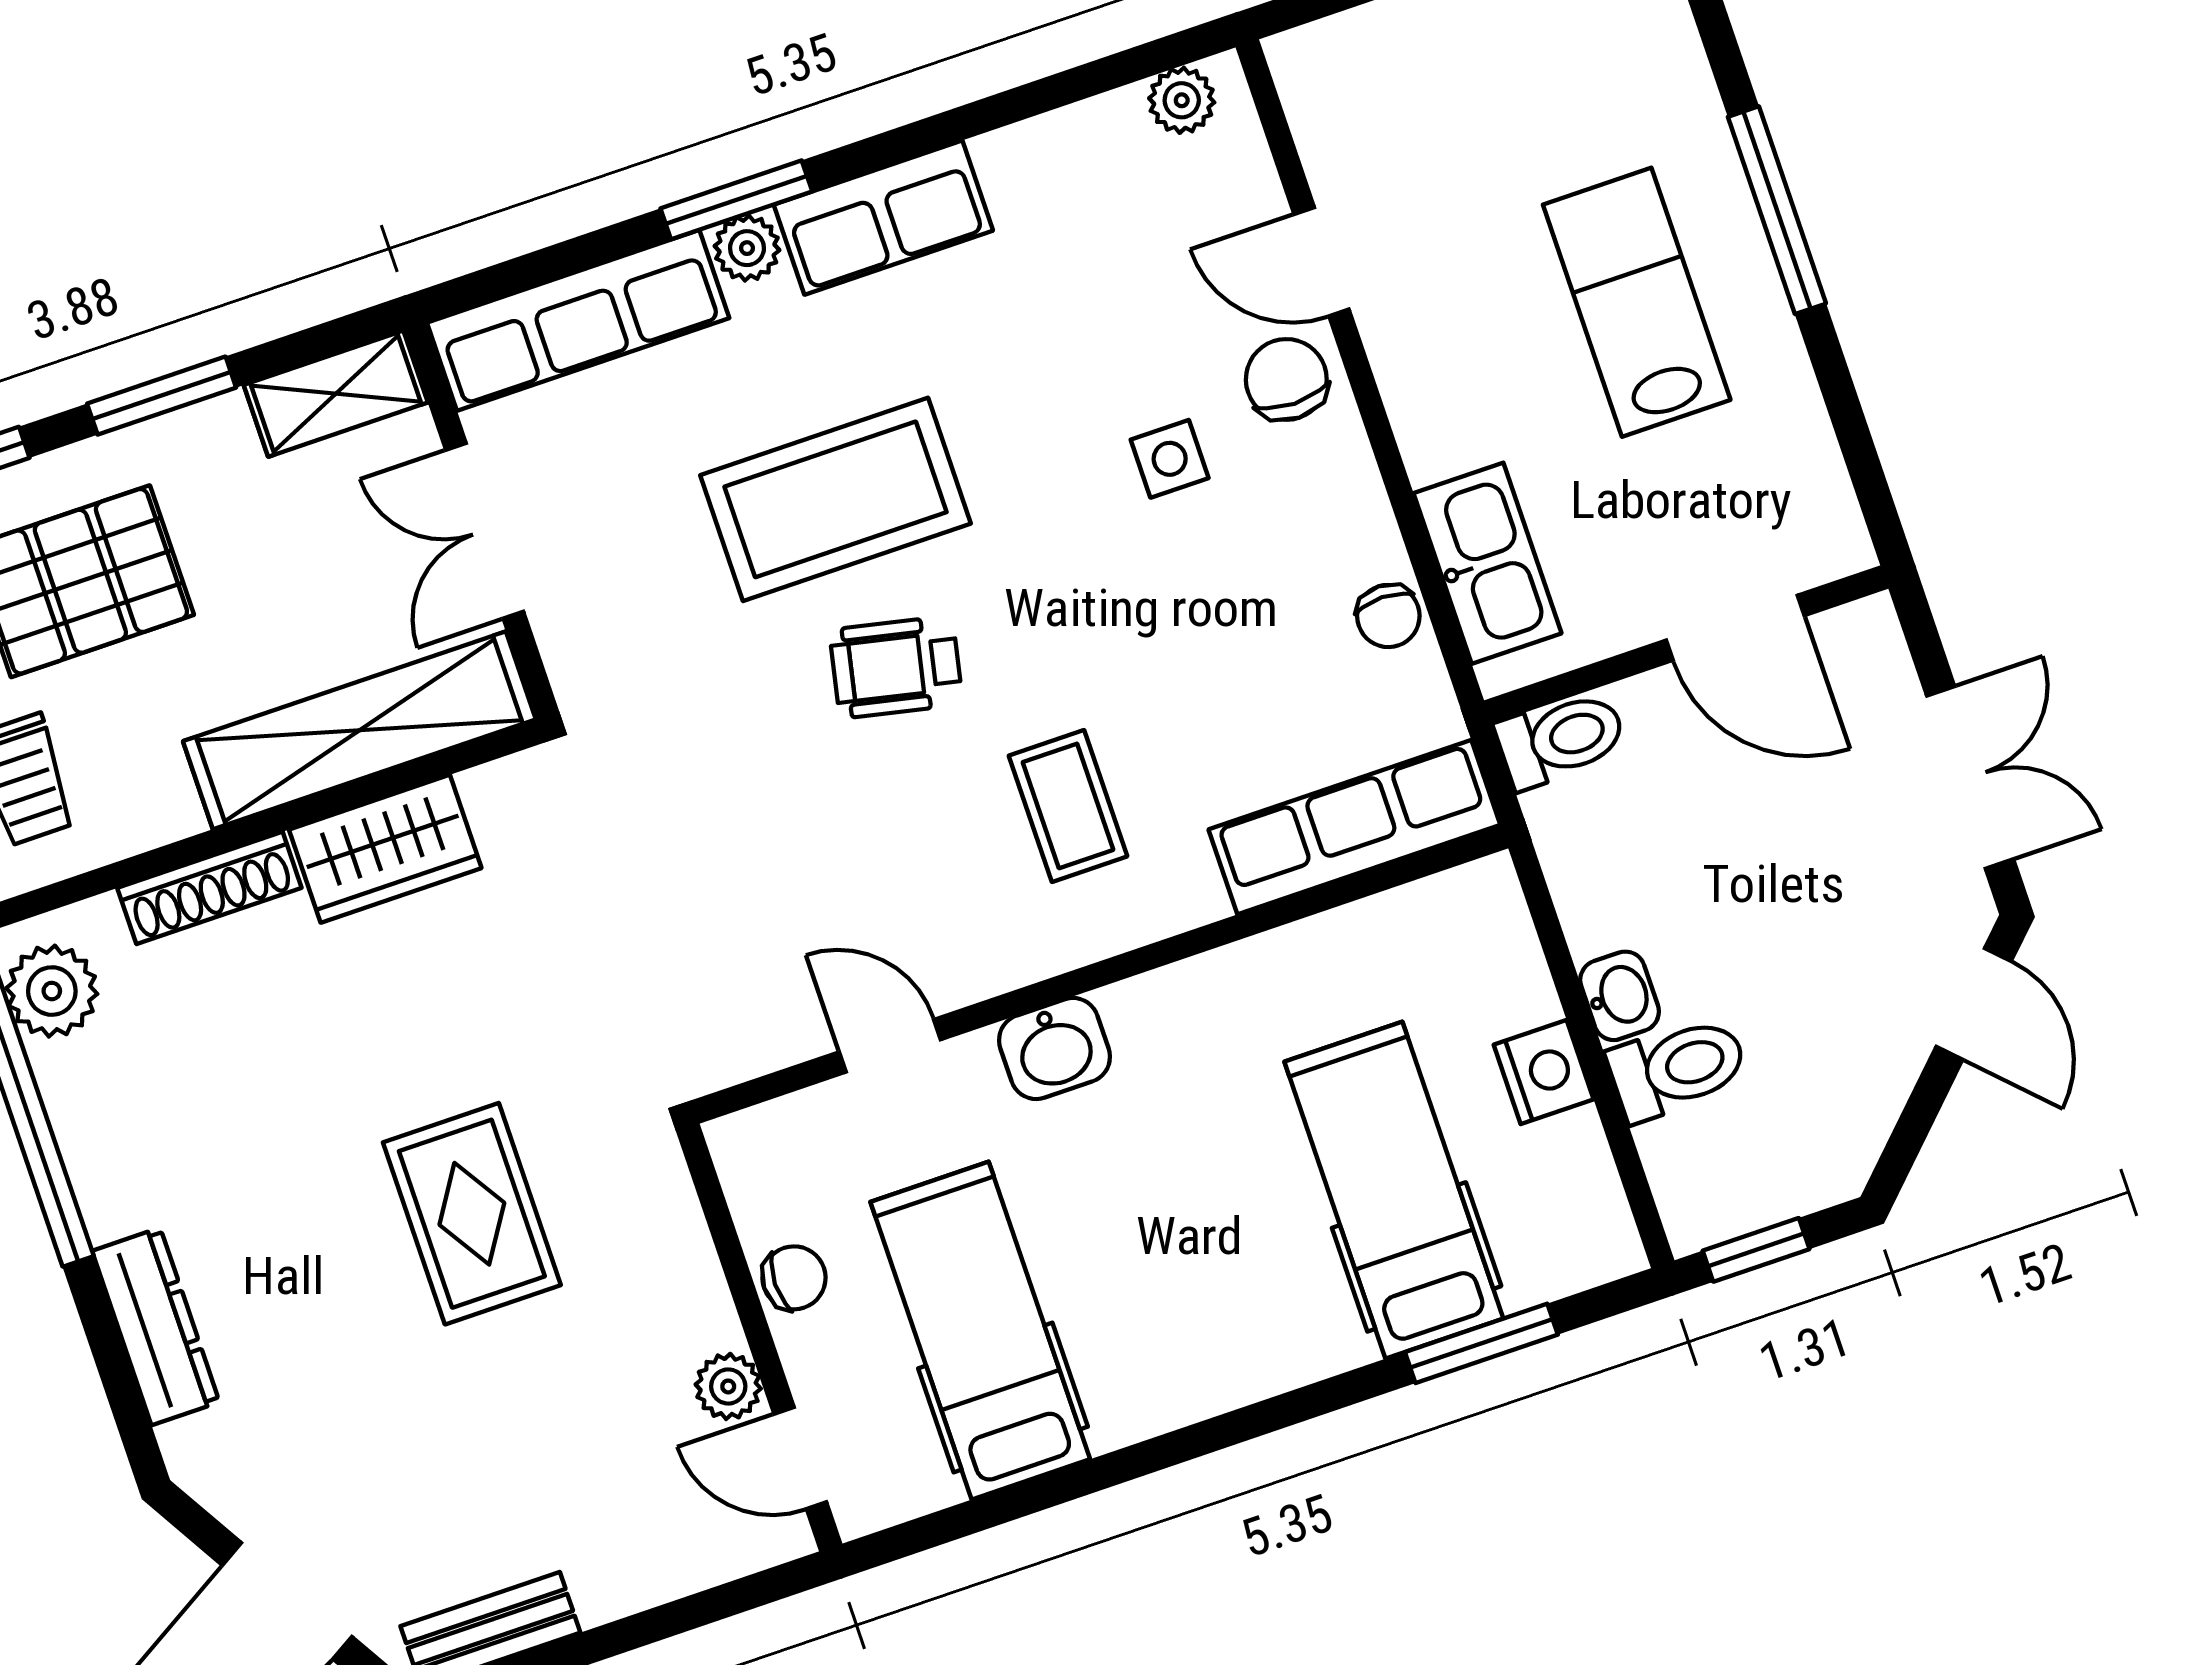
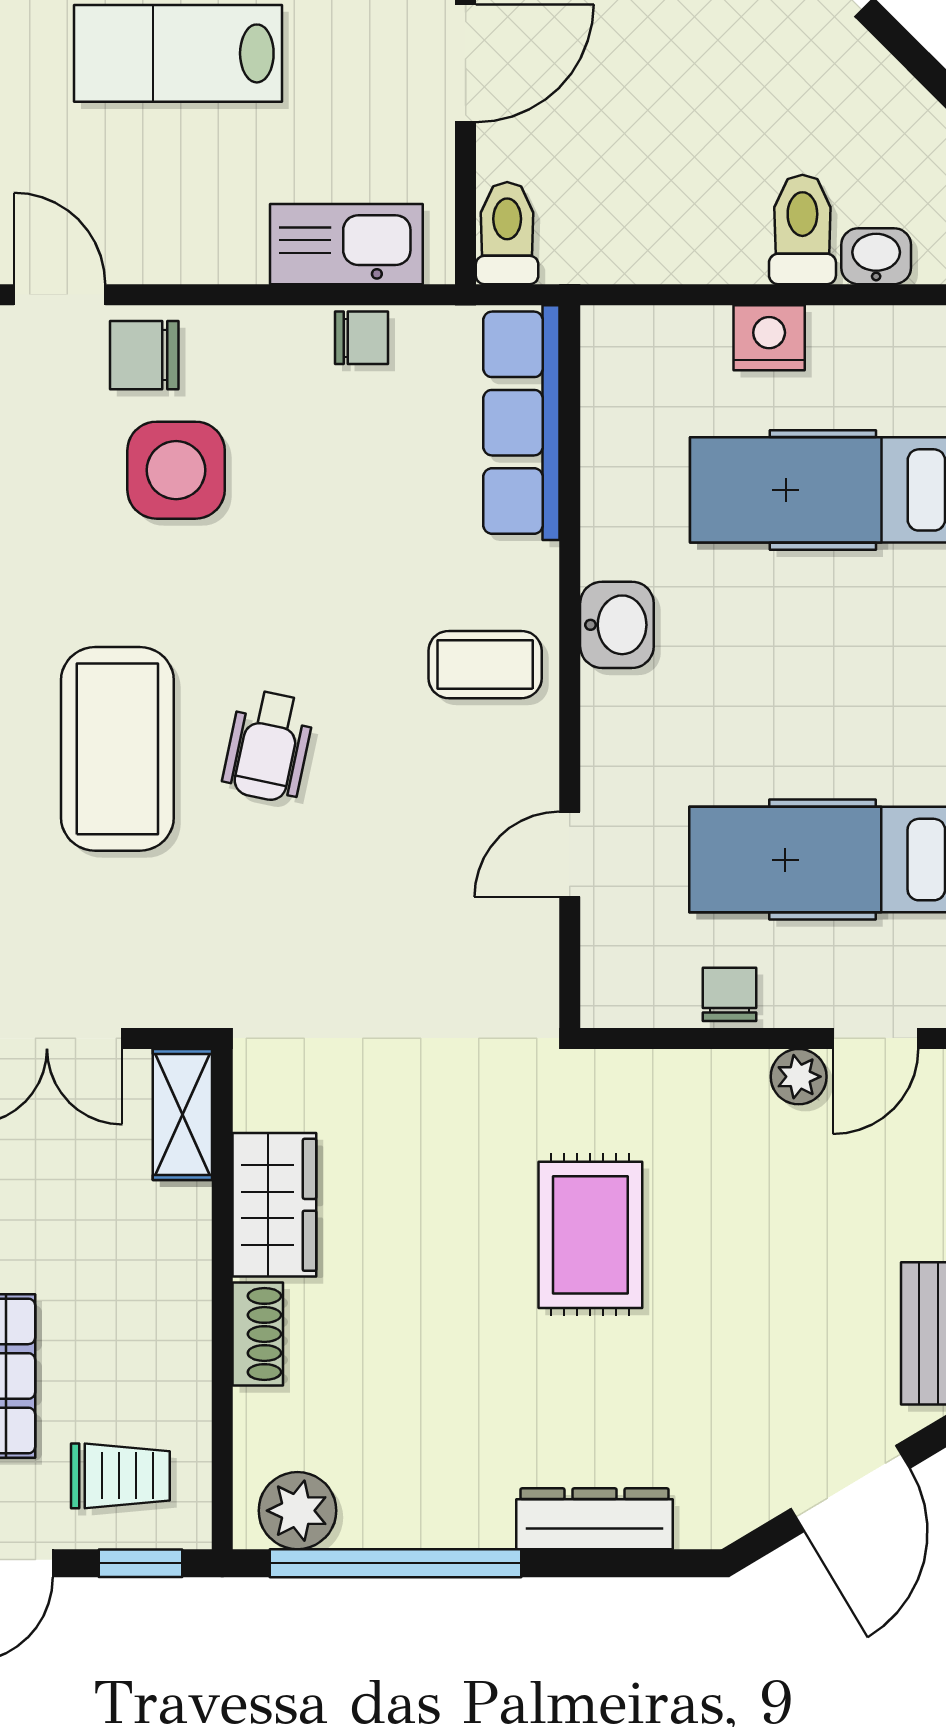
door: (1322, 262) -> (60, 295), swing flipped
side table: (1170, 459) -> (176, 470), width x1.87, depth x1.87
shelving: (359, 730) -> (182, 1114), width x0.45, depth x0.75
coffee table: (1068, 806) -> (485, 665), moved
shoe rack: (209, 888) -> (258, 1334), width x0.70
washbasin: (1620, 996) -> (876, 256), moved
washbasin: (1055, 1049) -> (617, 625), moved
rug: (472, 1214) -> (590, 1235), turned 90

